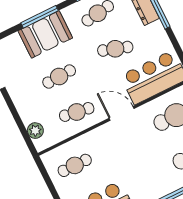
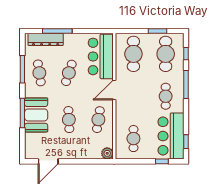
plant: (35, 131) -> (107, 153), moved
cafe table: (145, 179) -> (166, 96), added

